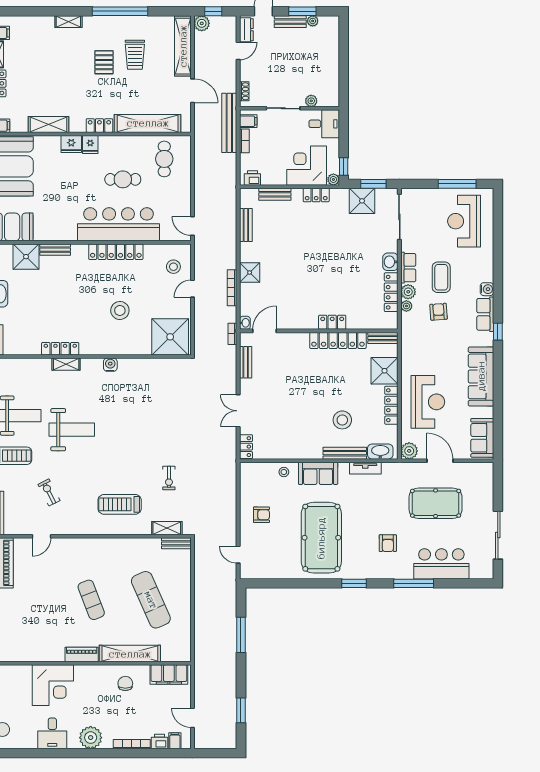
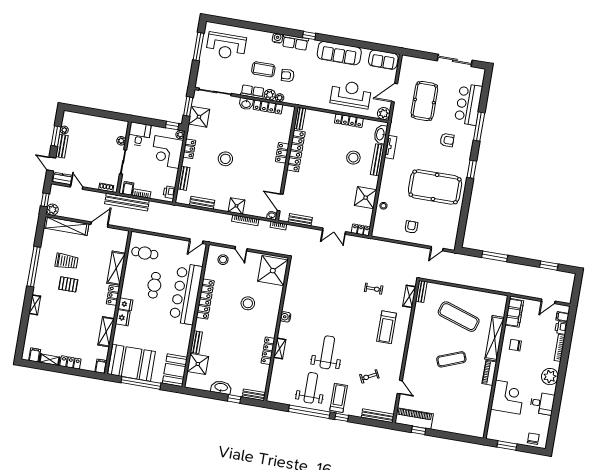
shelving: (148, 123) -> (116, 268), width x0.68
stool: (311, 246) -> (225, 159), added
shower: (384, 371) -> (366, 198), moved
sofa: (318, 473) -> (389, 181), removed
exercise mat: (151, 600) -> (459, 317), turned 42

